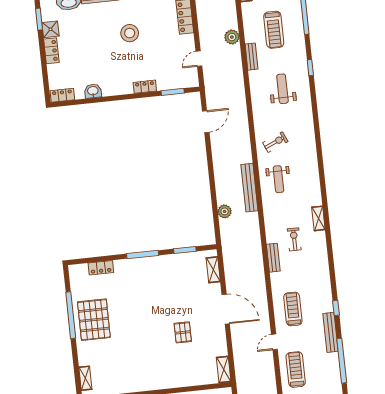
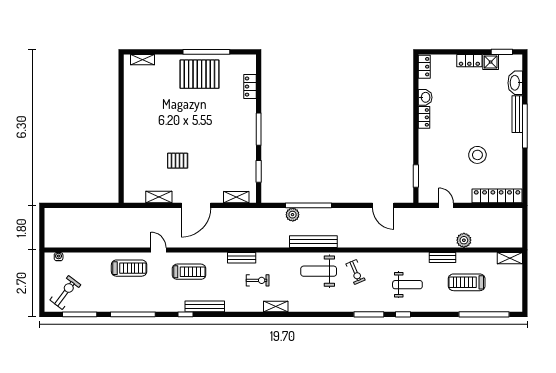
stool: (130, 33) -> (477, 155), moved
window: (310, 68) -> (403, 314), moved
locker: (145, 87) -> (424, 117), moved
window: (316, 124) -> (369, 314), added
weight bench: (278, 179) -> (319, 271), width x1.36, depth x1.33
window: (214, 196) -> (308, 205), added
bench: (331, 332) -> (205, 306), moved
shelving: (224, 369) -> (159, 197), moved

